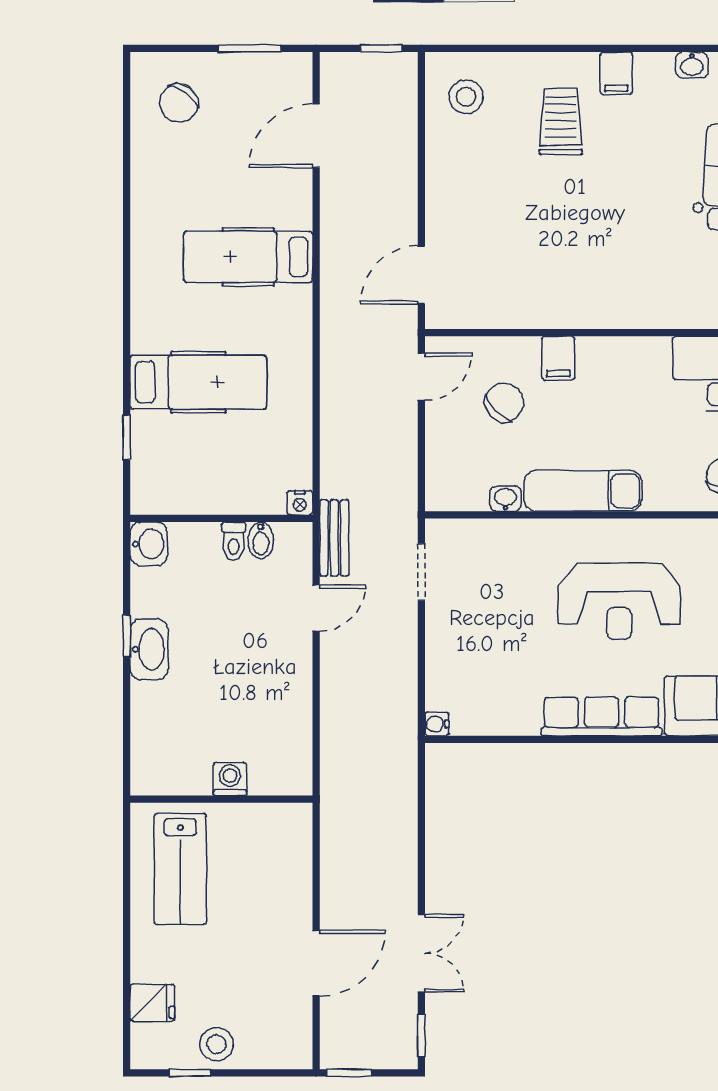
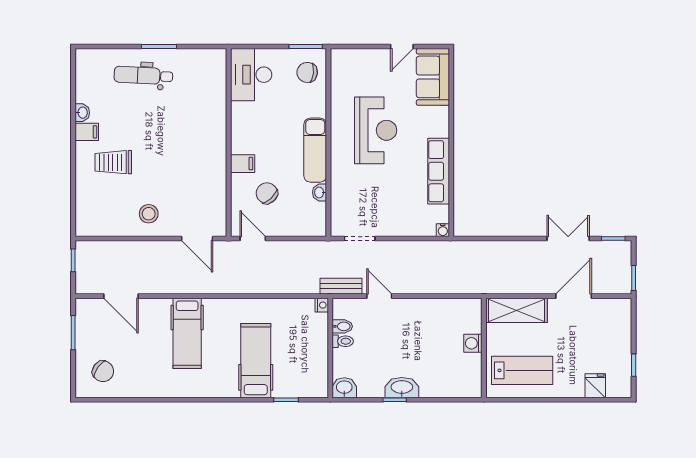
washbasin: (692, 65) -> (82, 113), moved
stool: (466, 97) -> (149, 214), moved
row of seats: (601, 716) -> (439, 171), moved
shelving: (290, 859) -> (516, 310), added
door: (316, 963) -> (574, 296), hinge flipped
stool: (216, 1044) -> (618, 351), removed

